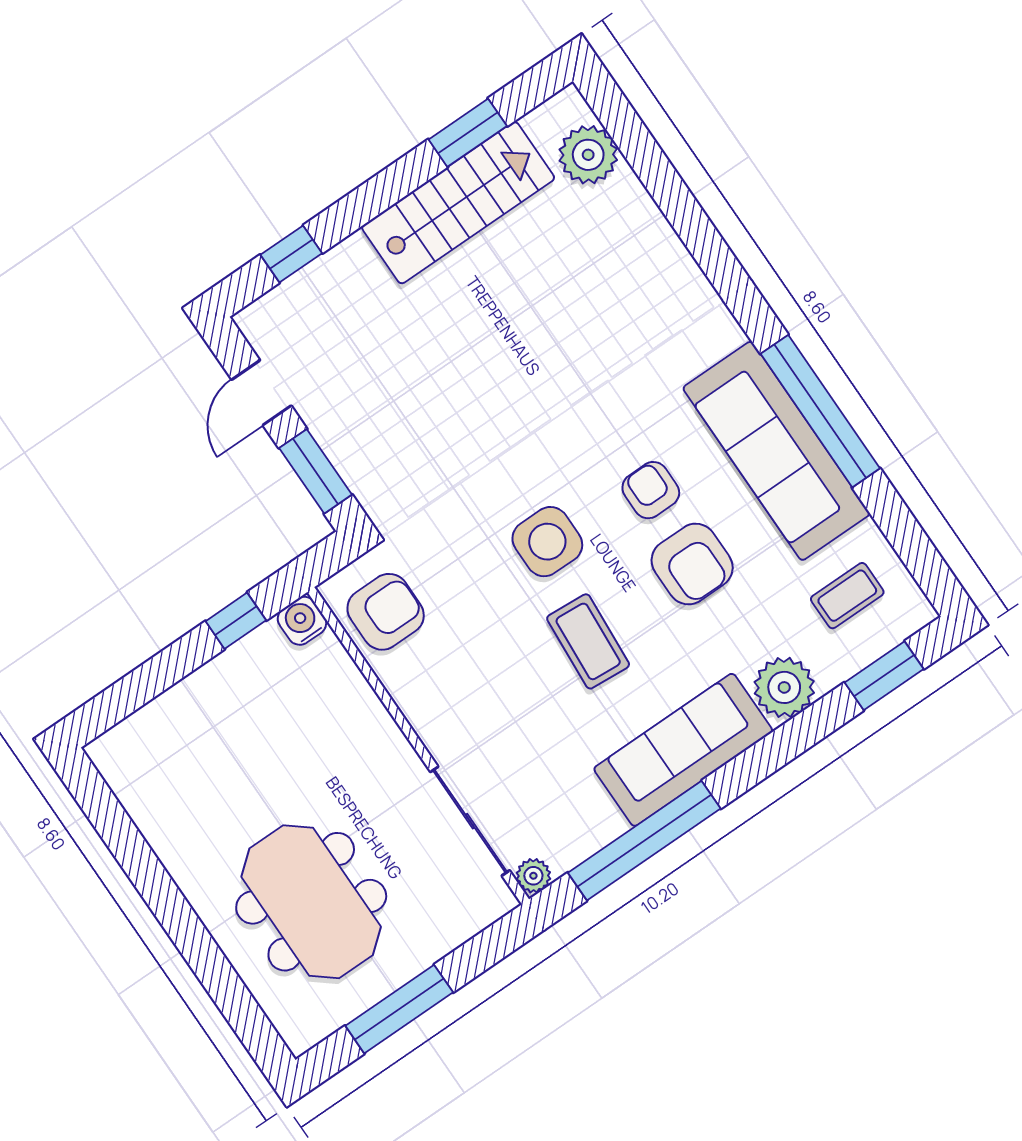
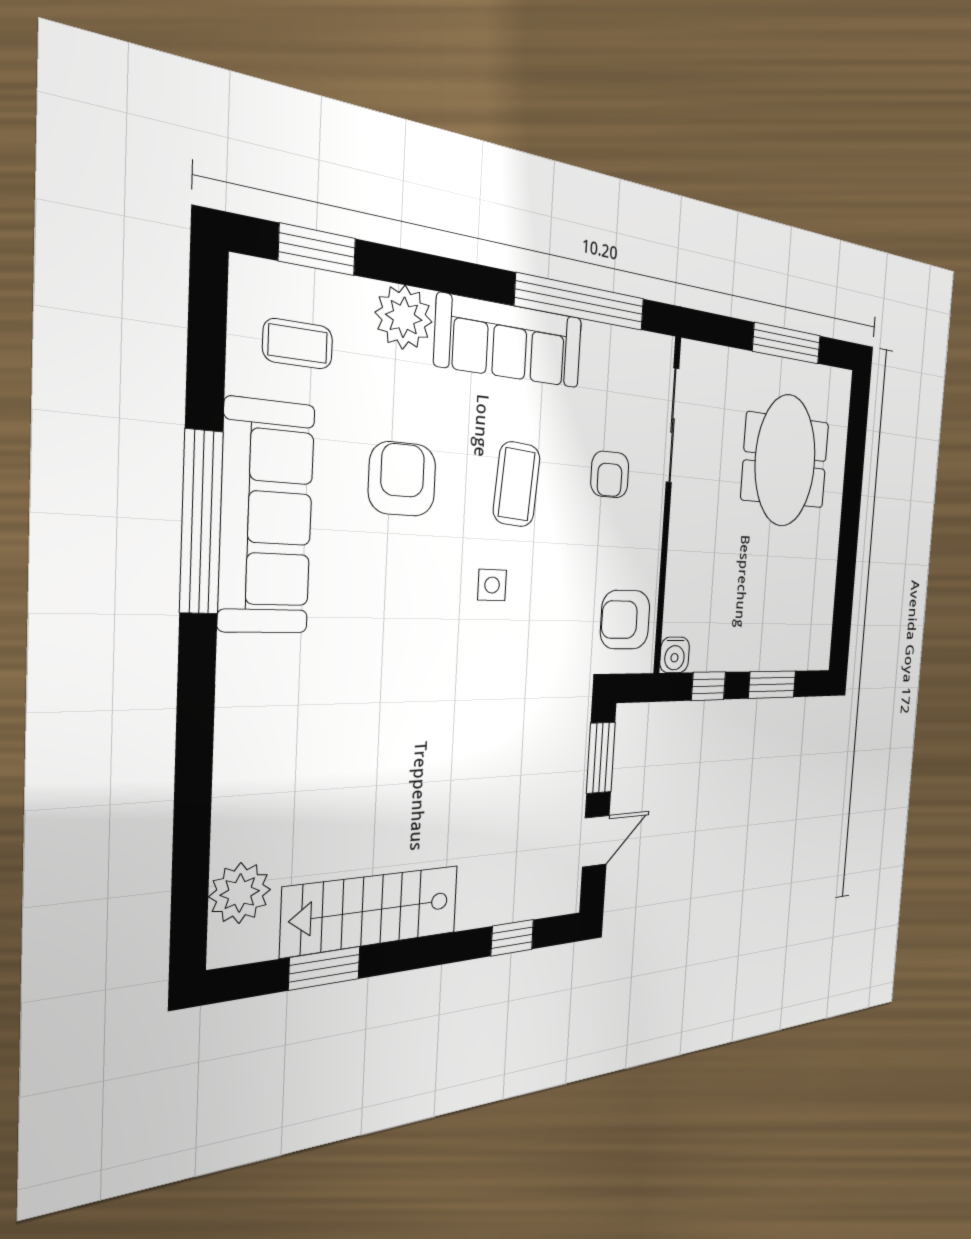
armchair: (651, 490) -> (610, 474), moved
side table: (547, 542) -> (492, 585), width x0.54, depth x0.54
window: (151, 679) -> (772, 685), added
plant: (533, 876) -> (662, 350), removed

